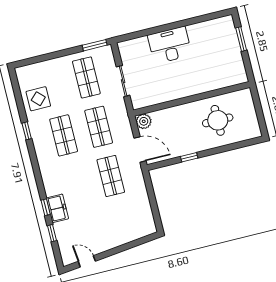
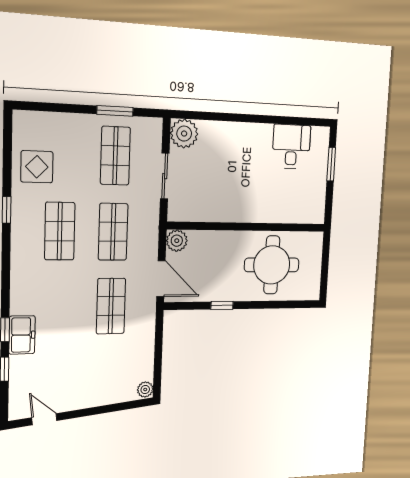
window: (95, 45) -> (115, 111), moved
desk: (170, 45) -> (291, 147), moved, width x0.73
plant: (128, 50) -> (184, 134), added
round table: (218, 120) -> (272, 265), width x1.36, depth x1.36
plant: (151, 227) -> (145, 390), added

